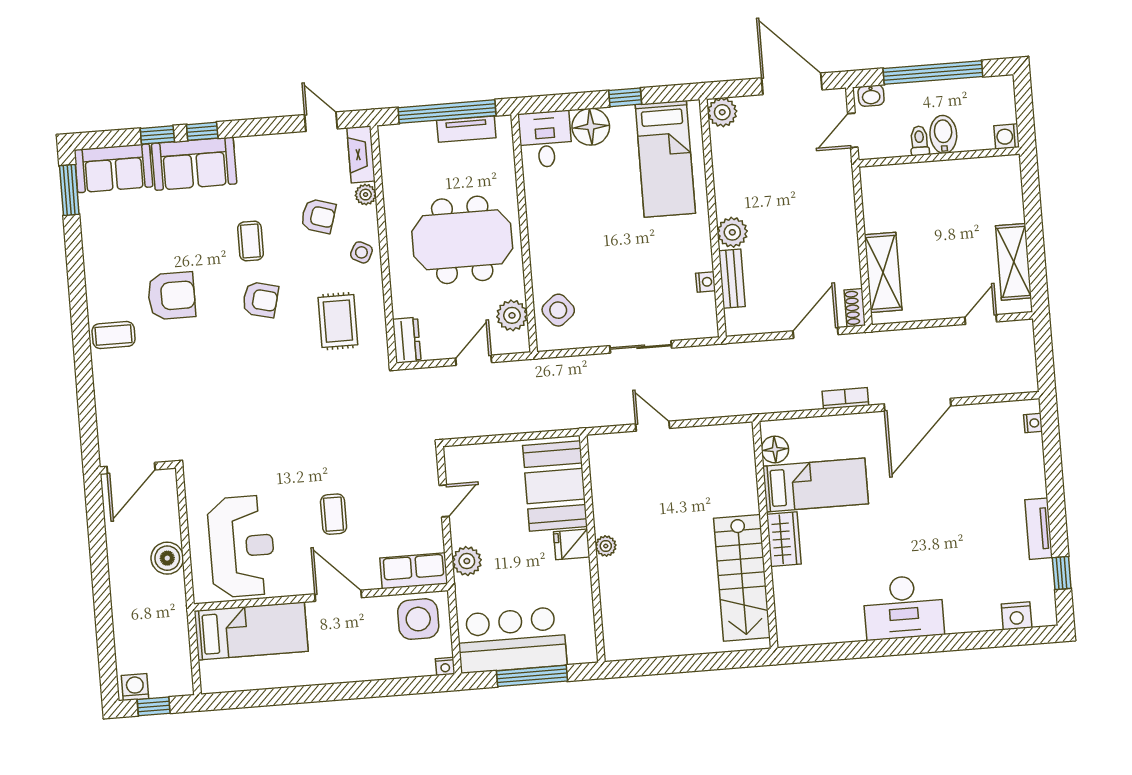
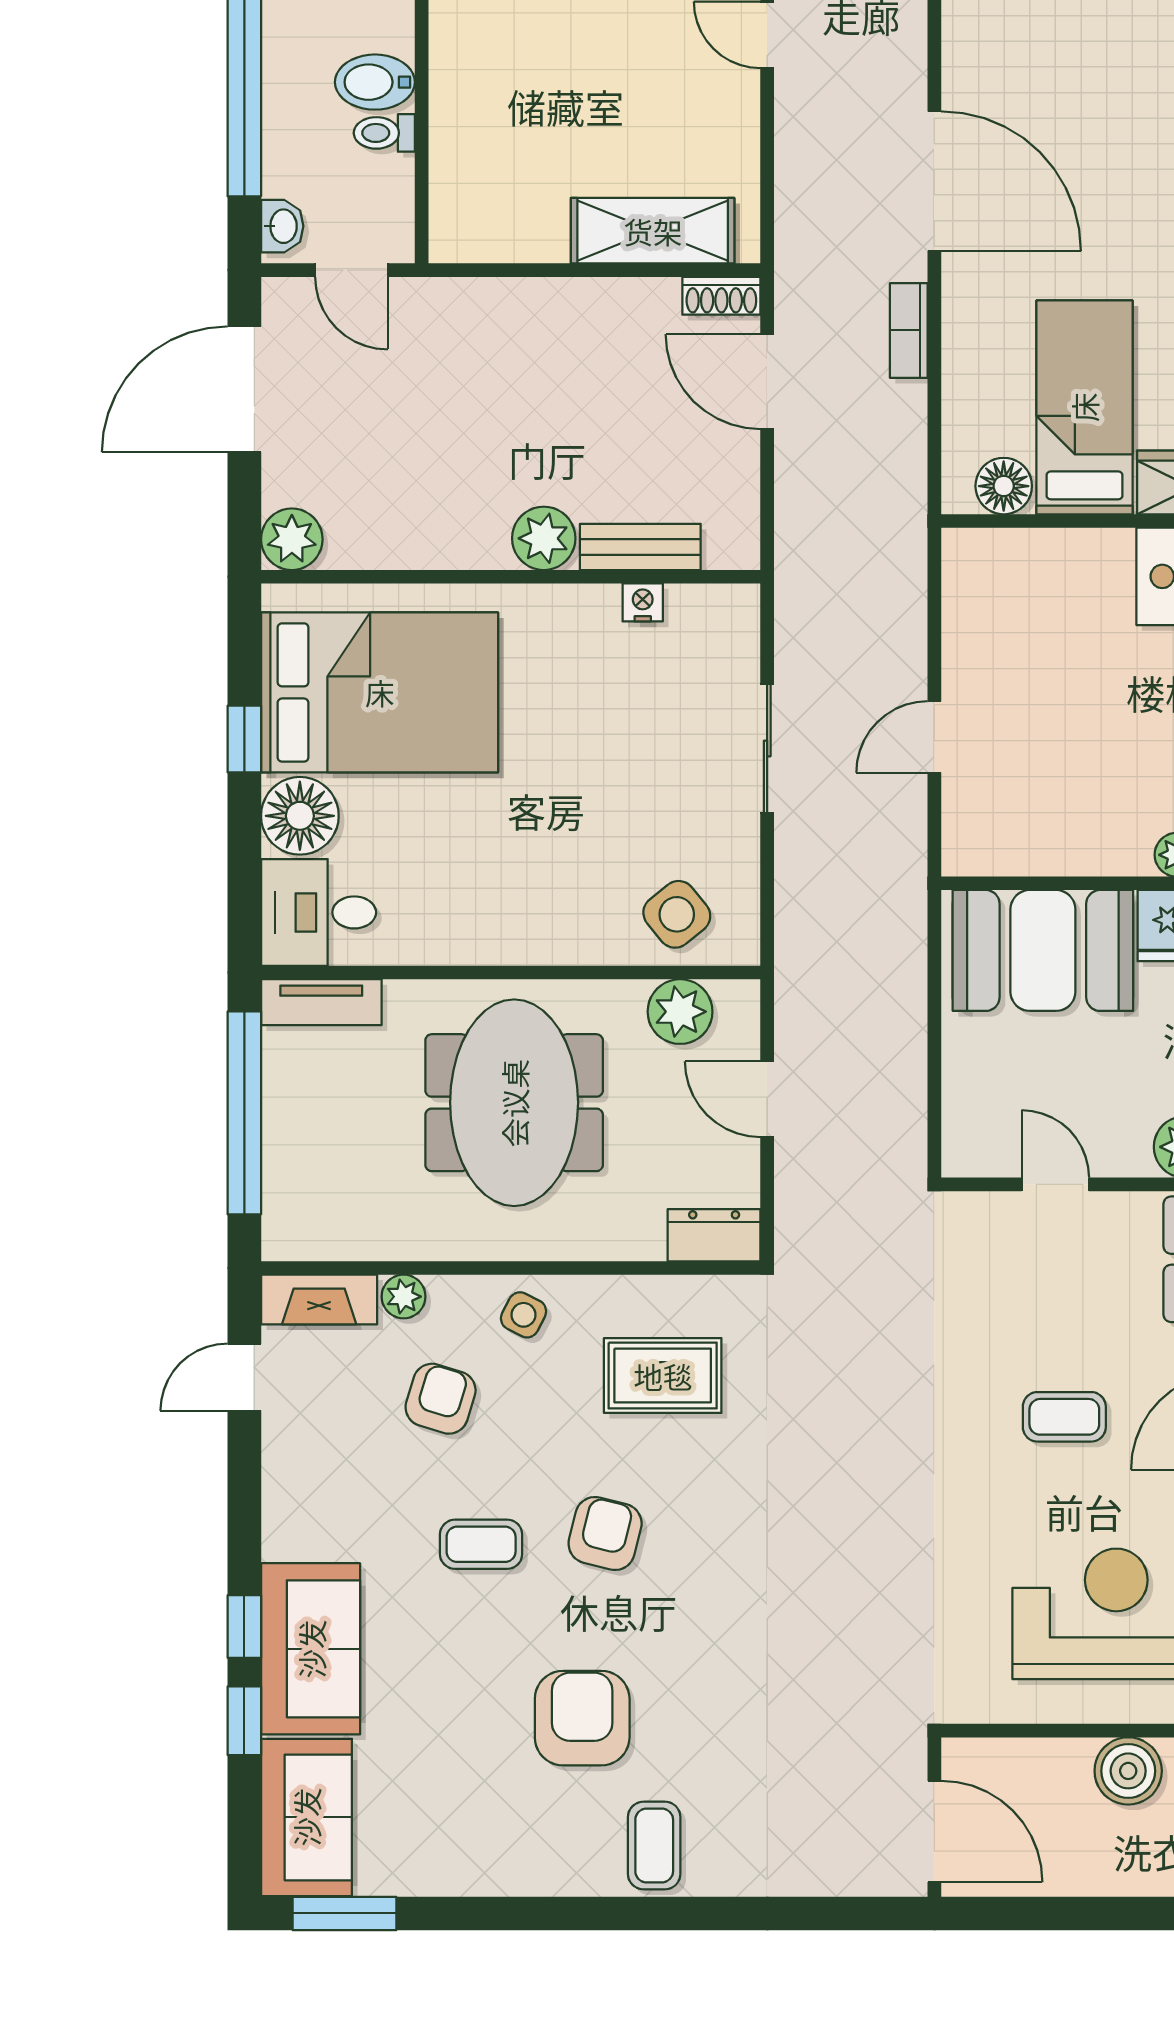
tv unit: (466, 129) -> (321, 1002), moved, turned 90
bed: (665, 159) -> (380, 692), width x1.50

